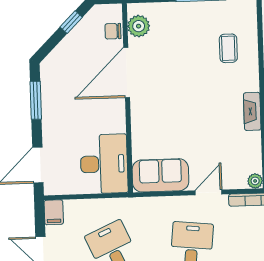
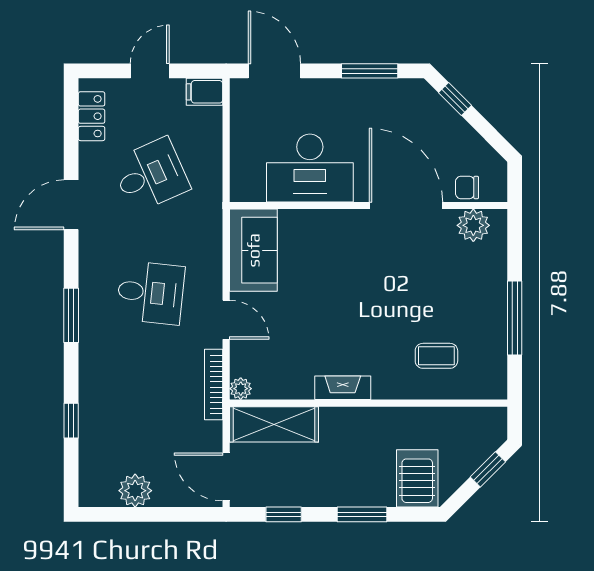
window: (71, 22) -> (455, 99), moved
chair: (113, 31) -> (467, 187), turned -90
desk: (104, 164) -> (310, 168), moved

